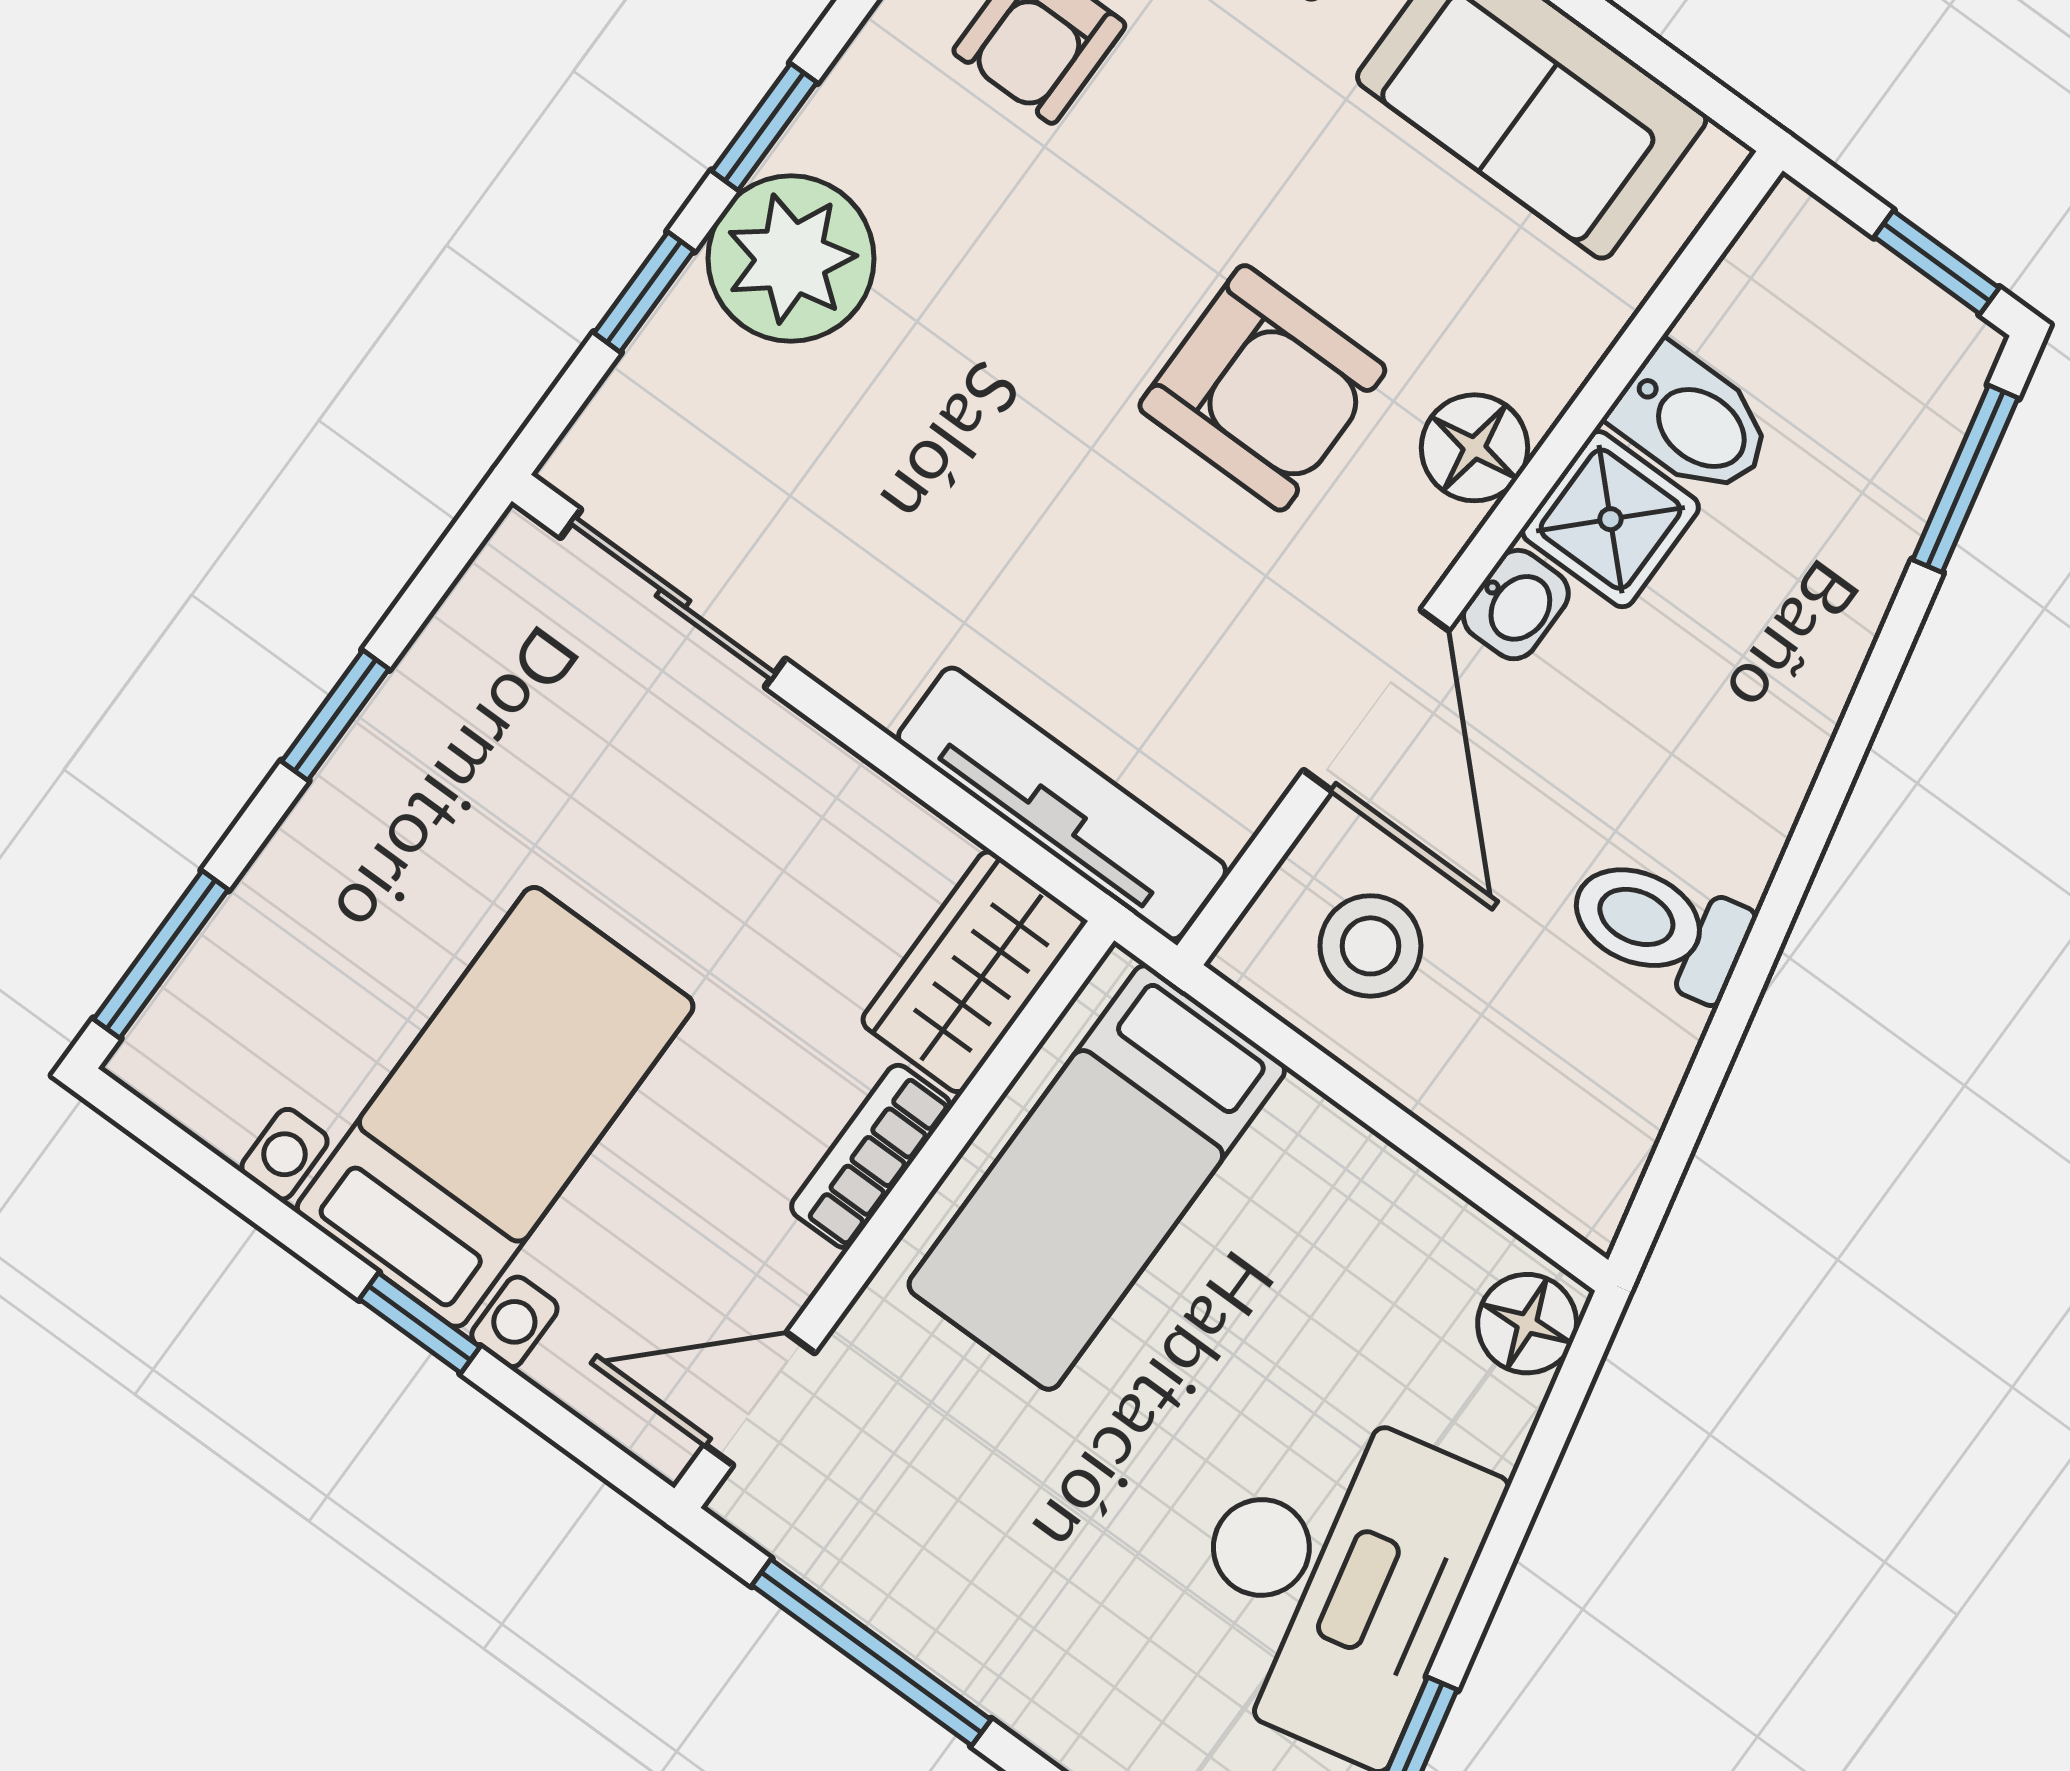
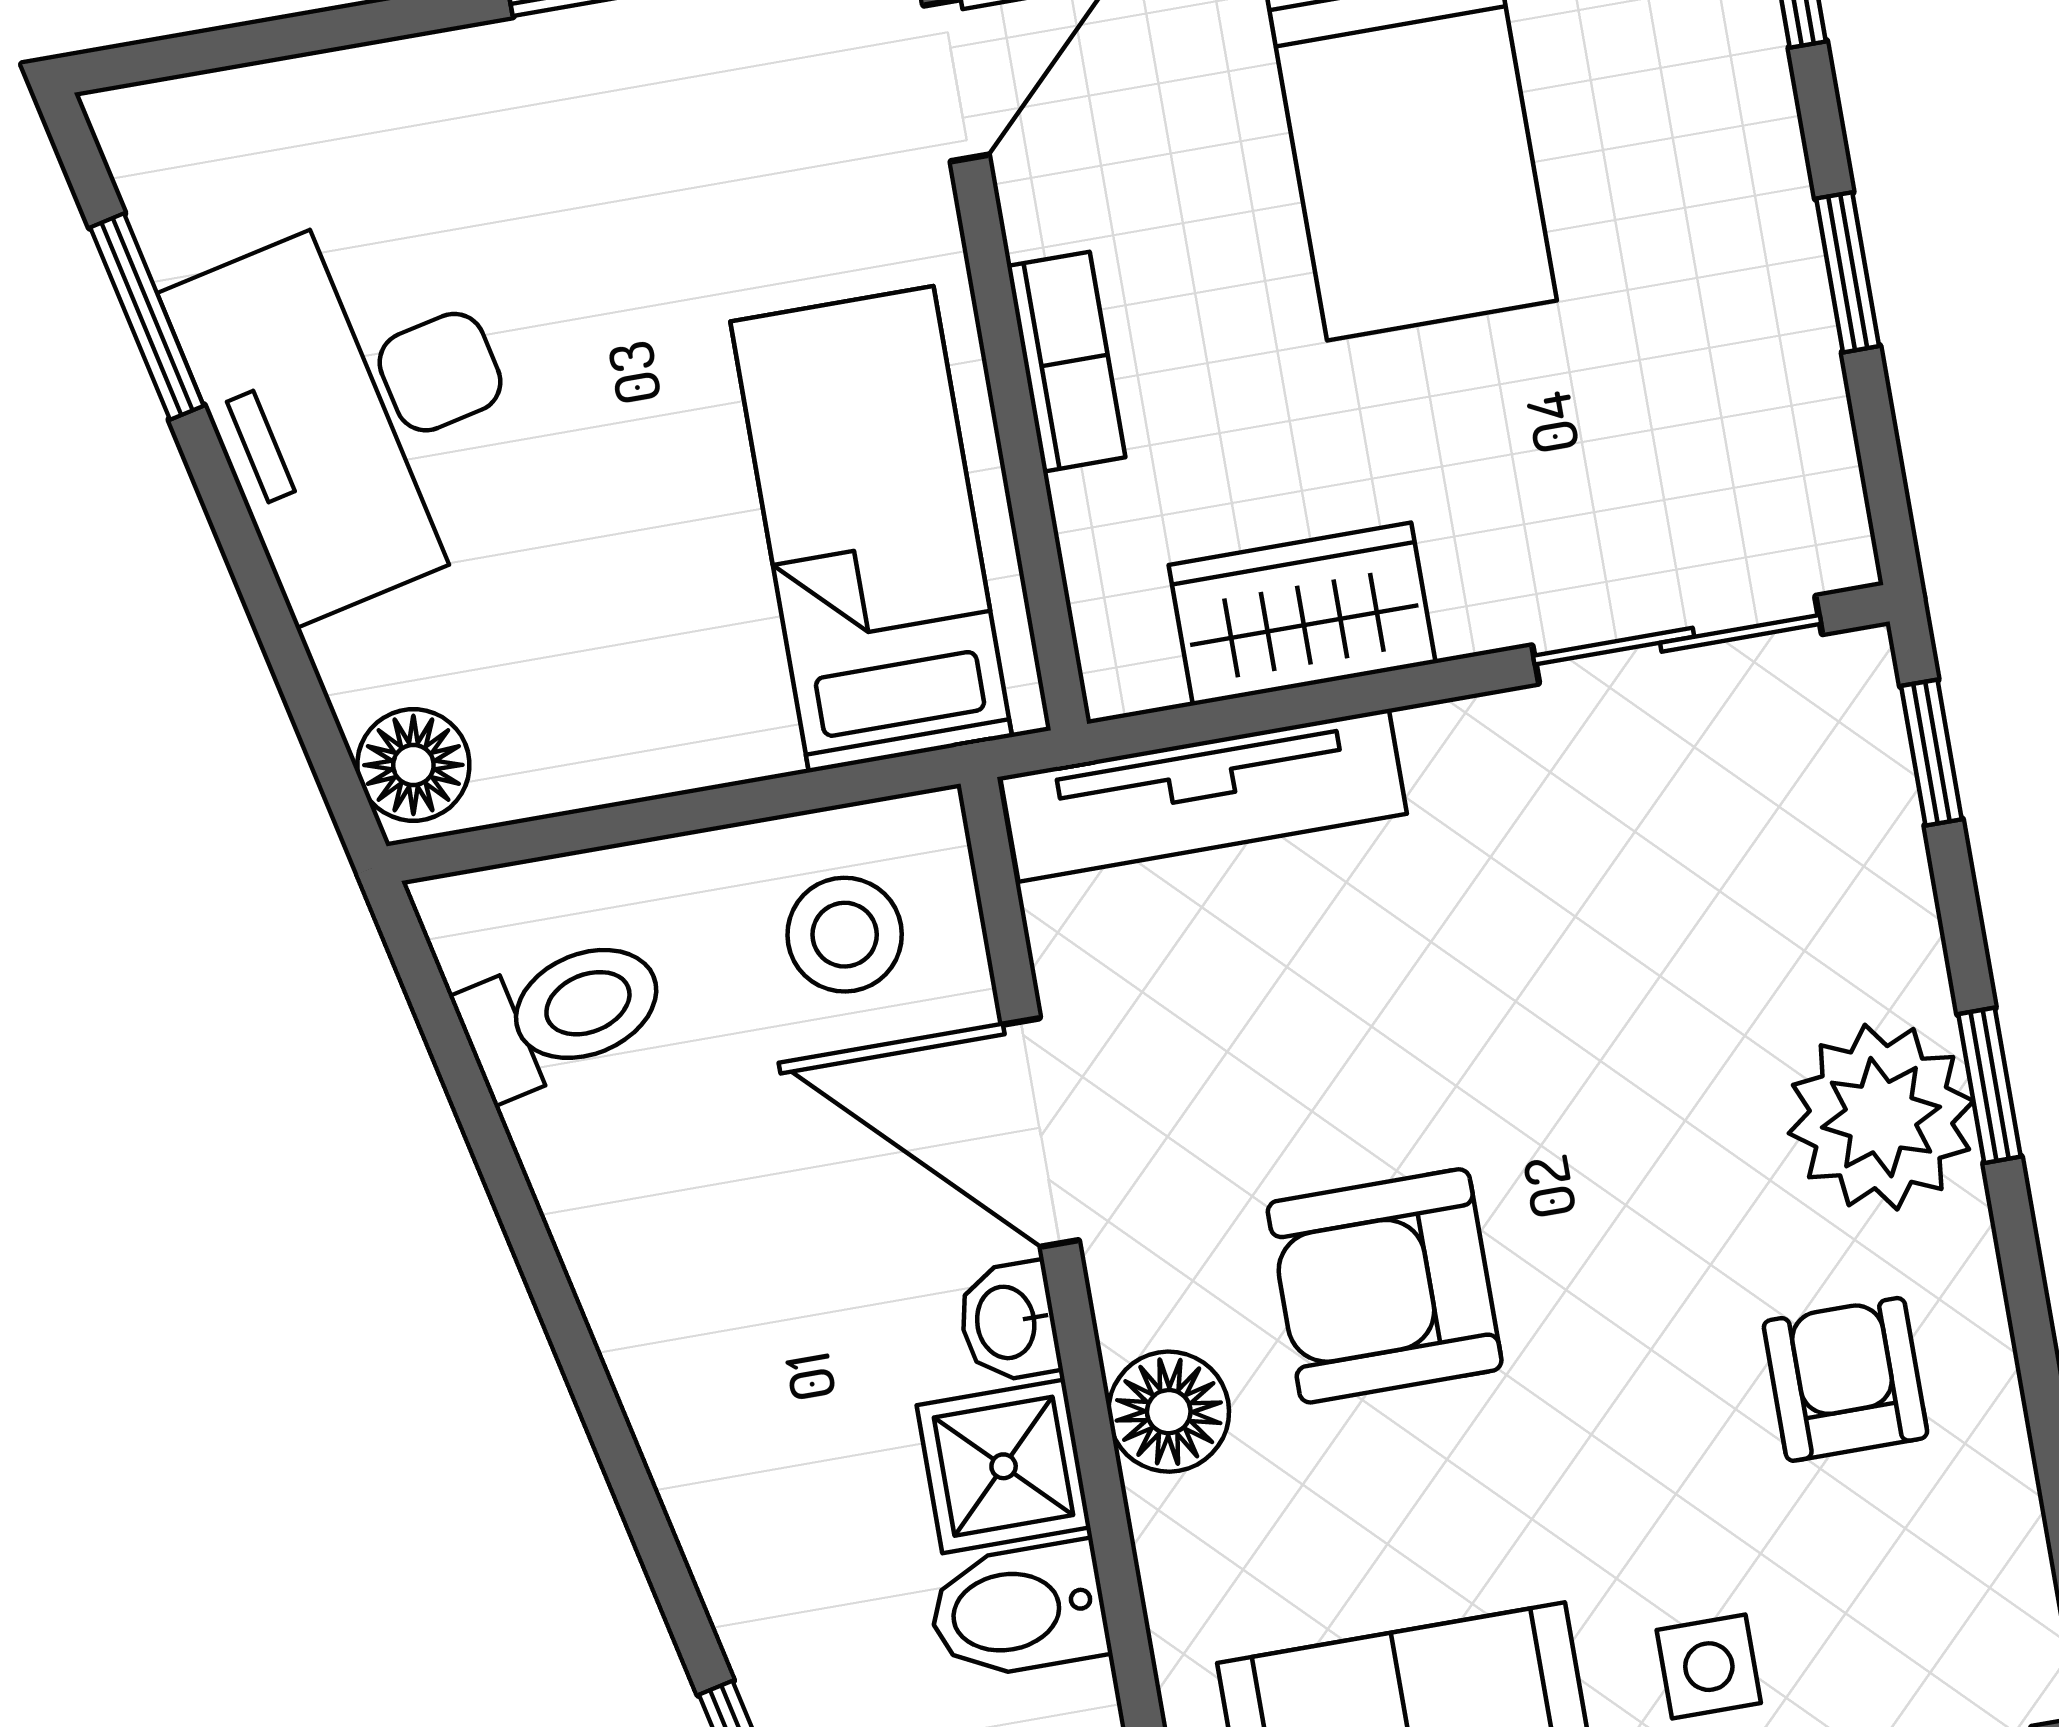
plant: (791, 259) -> (1881, 1117), moved
window: (644, 292) -> (1931, 753), moved
toilet: (1659, 927) -> (563, 1014), moved
wardrobe: (973, 972) -> (1302, 614), moved, turned -90

